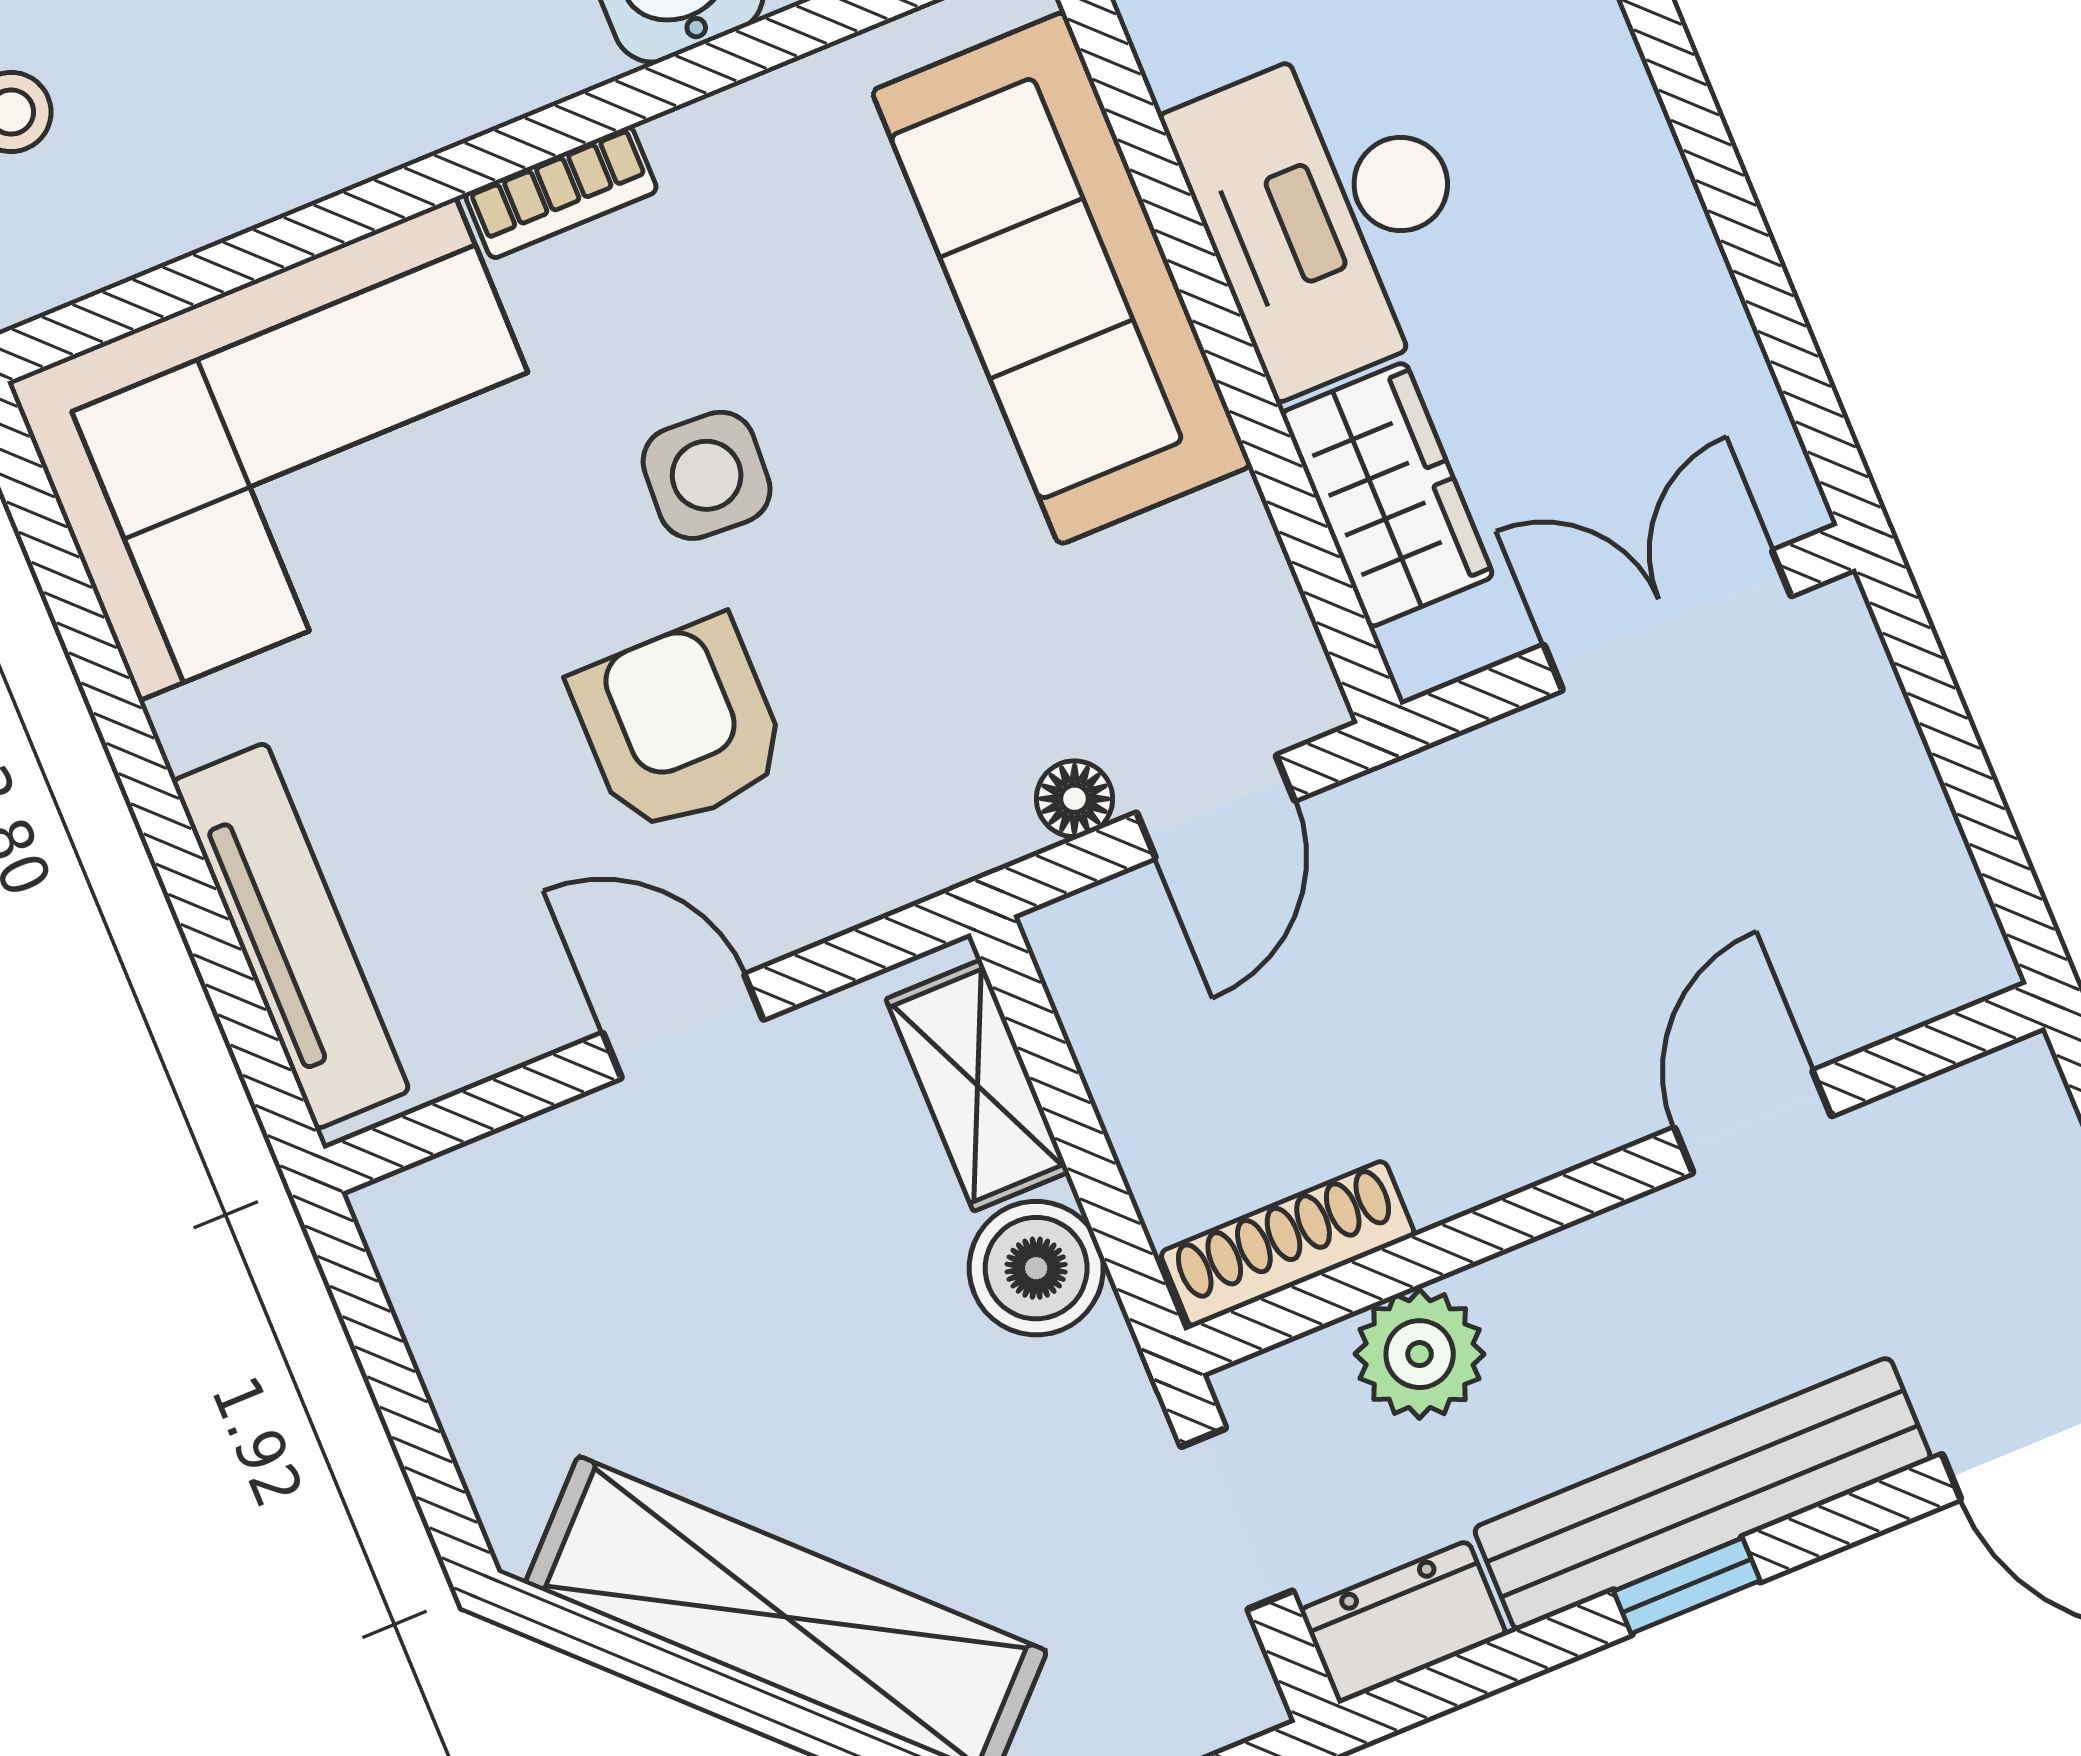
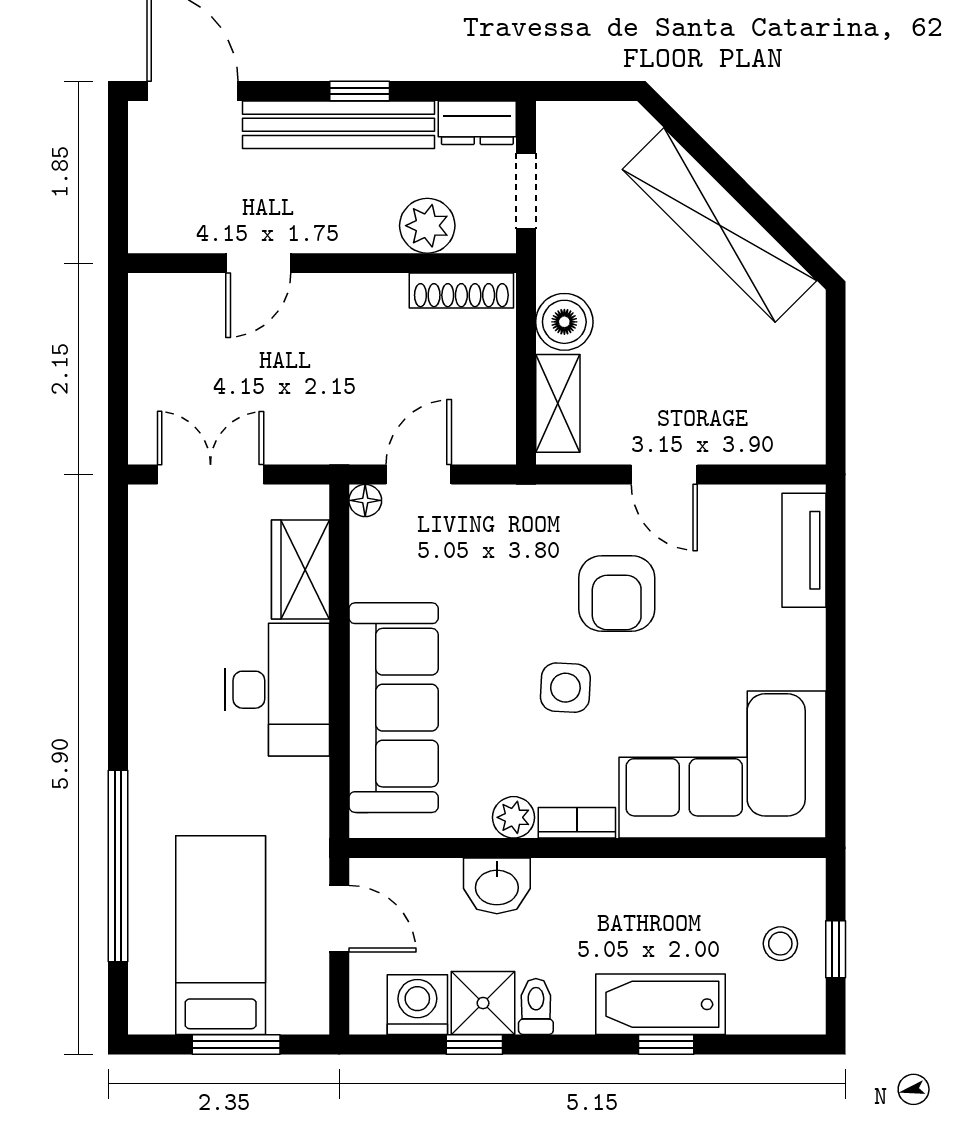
plant: (703, 147) -> (514, 817), added
double door: (1667, 621) -> (211, 474), swing flipped
floor lamp: (1075, 799) -> (365, 500), moved
tv unit: (291, 936) -> (804, 550), width x0.71

